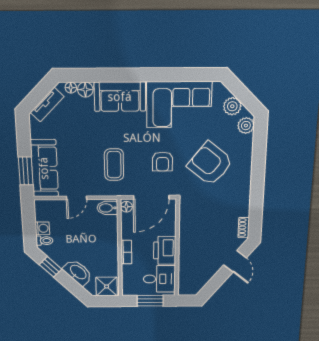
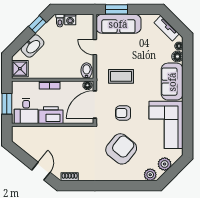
door: (151, 197) -> (95, 105), hinge flipped
door: (235, 261) -> (41, 171), swing flipped

